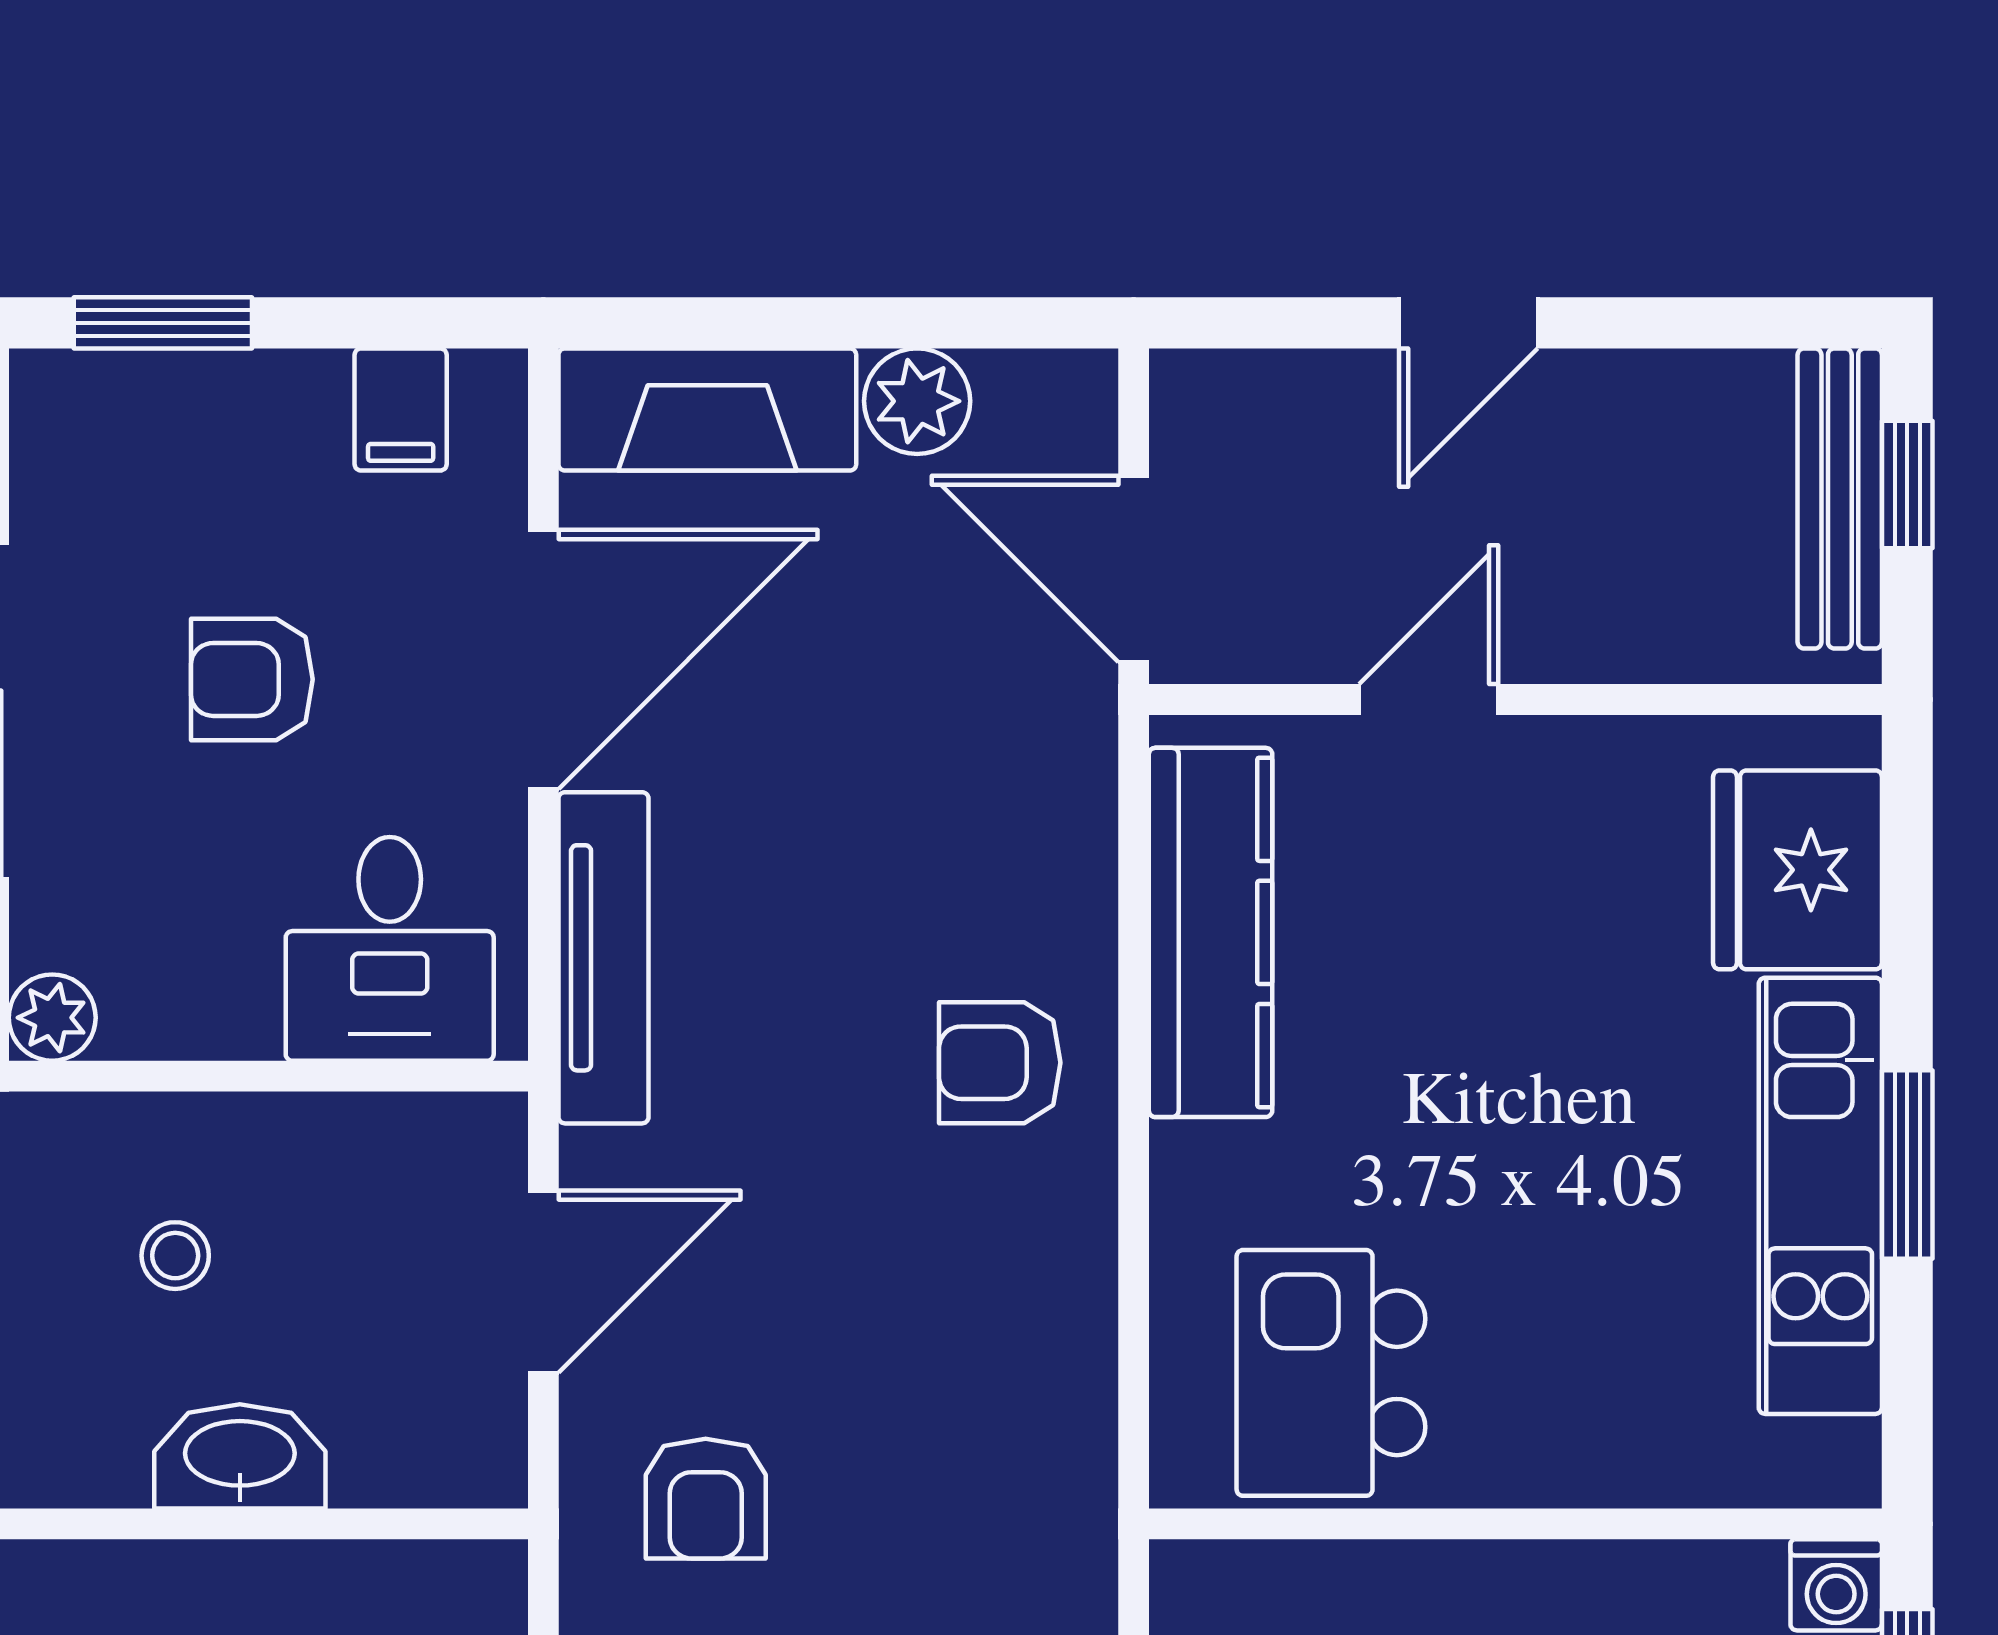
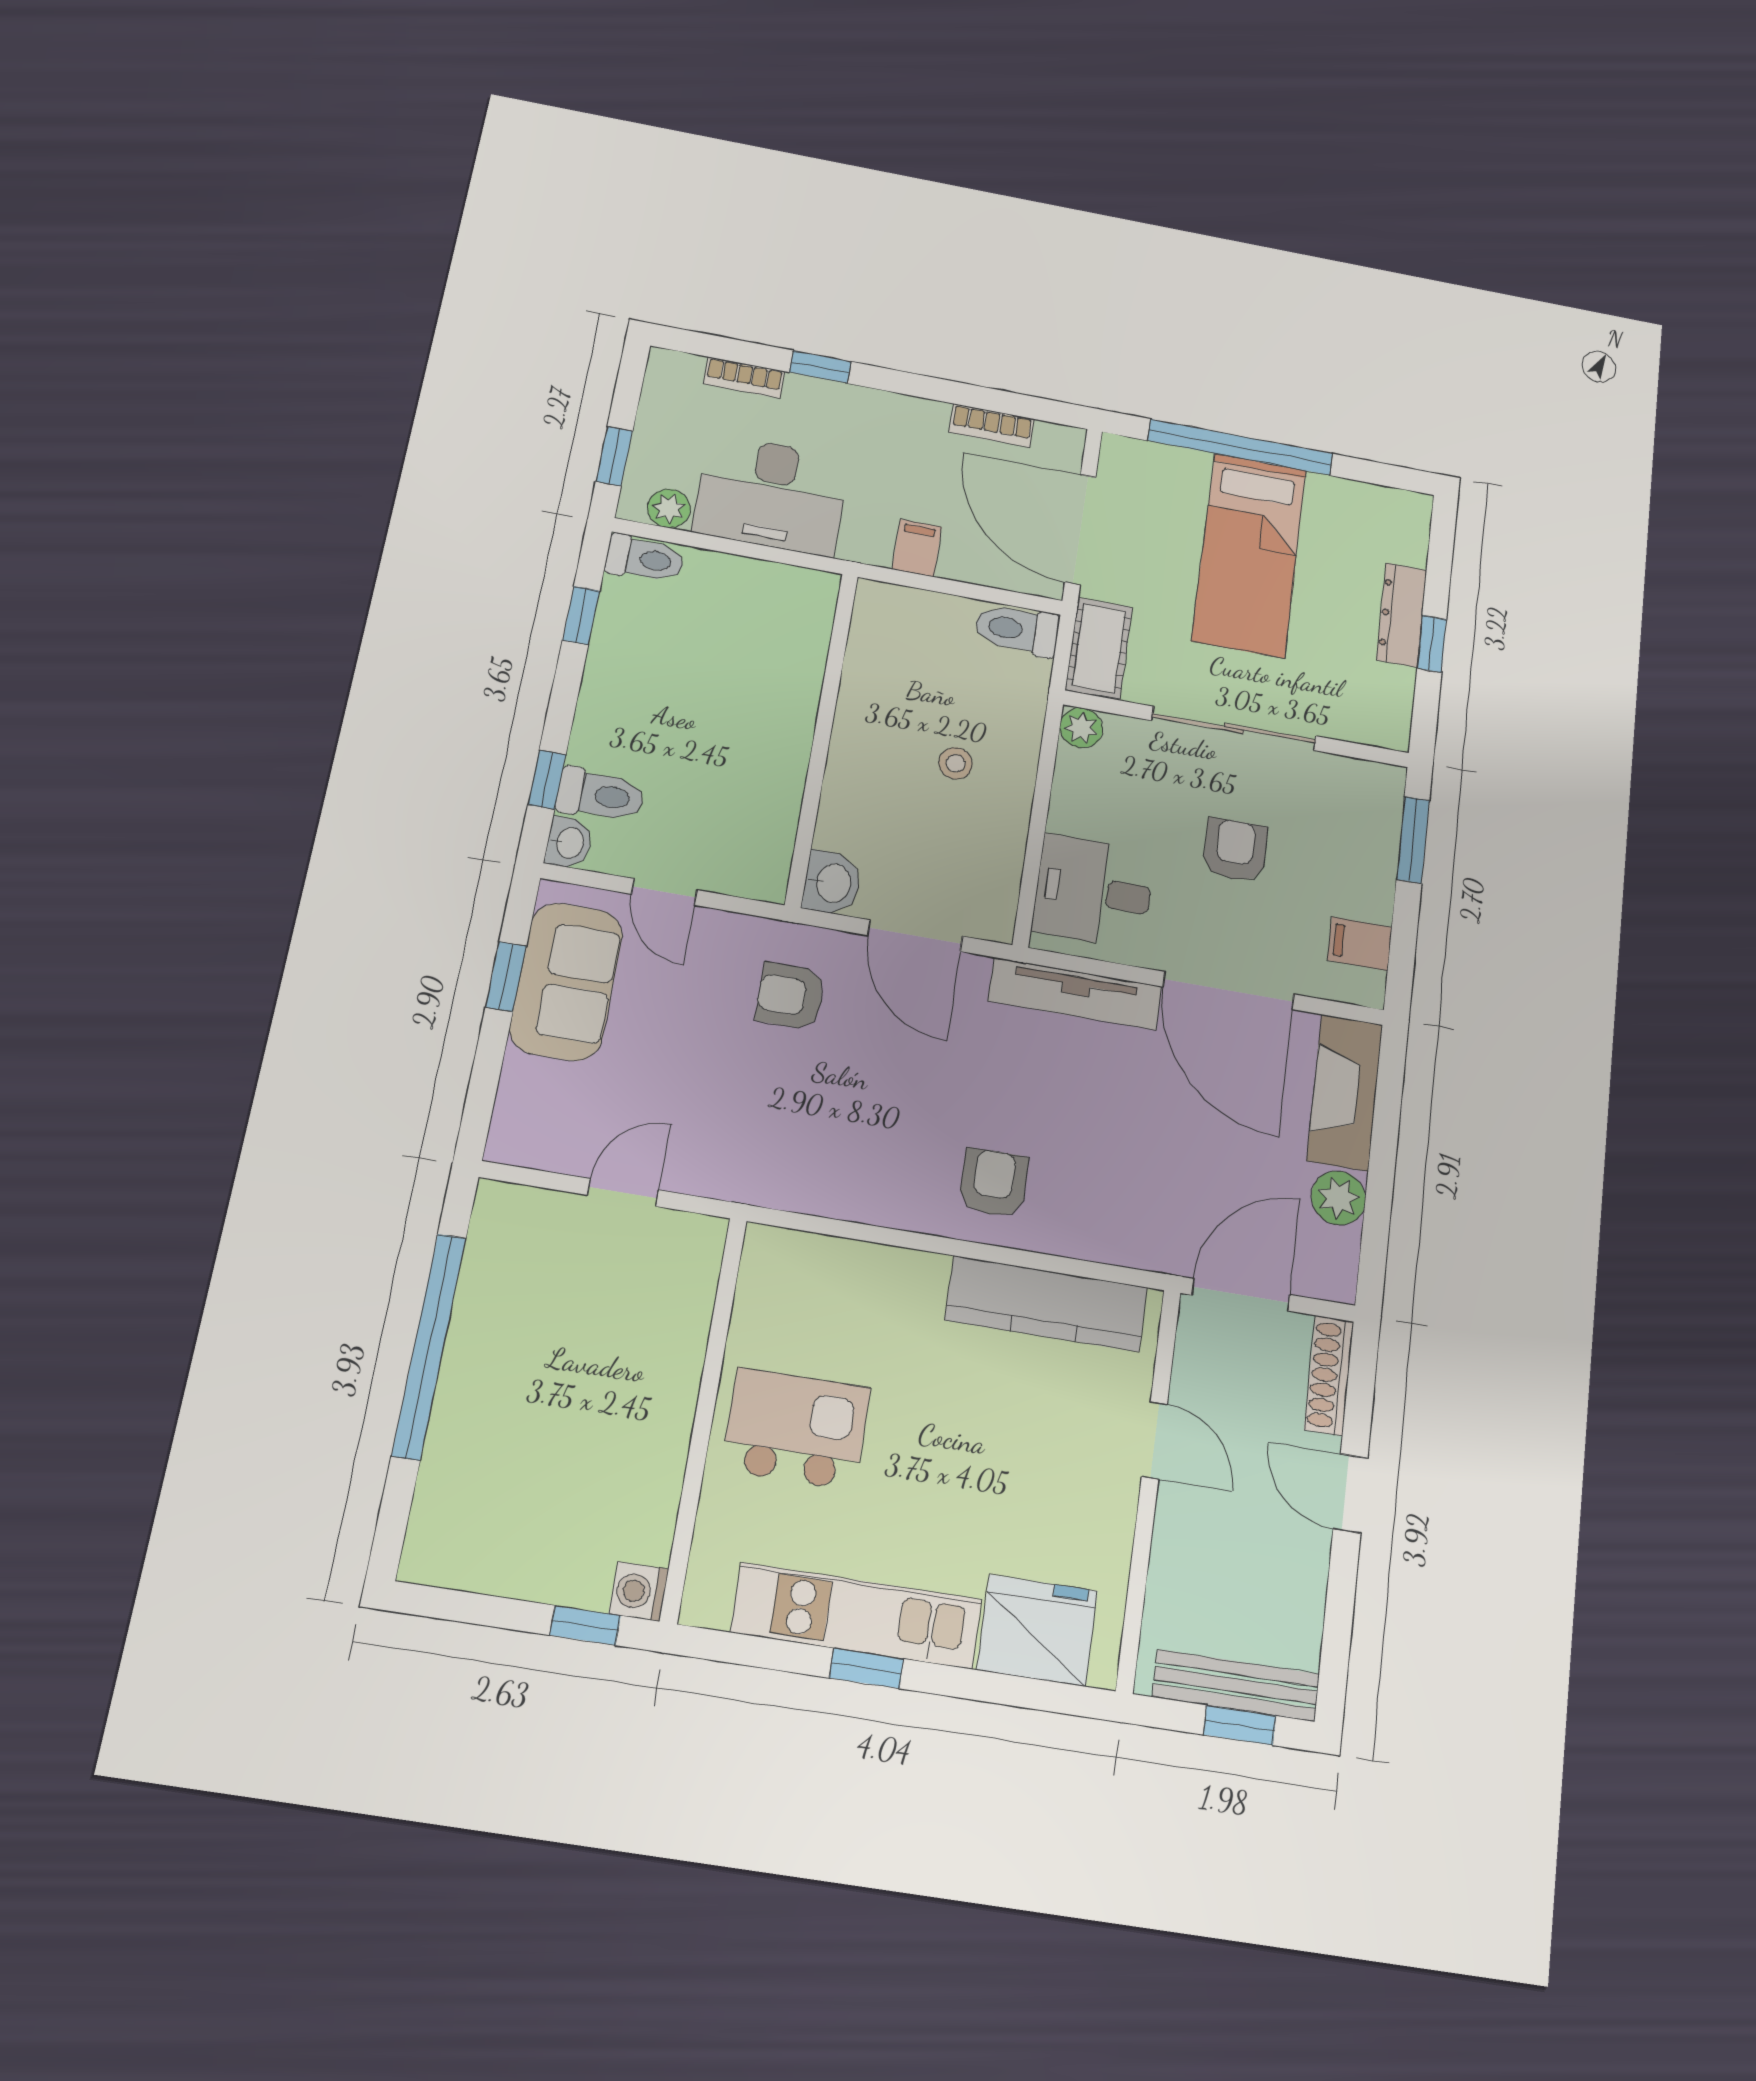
shoe rack: (1257, 385) -> (1329, 1375), added
window: (1907, 1164) -> (866, 1668), width x0.67
kitchen island: (1331, 1373) -> (796, 1429), moved
washbasin: (240, 1456) -> (832, 883), moved, width x0.72

